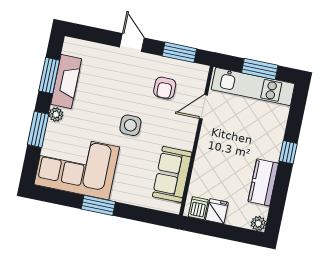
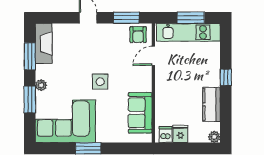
fireplace: (66, 82) -> (44, 44), moved
armchair: (165, 88) -> (138, 35), moved

